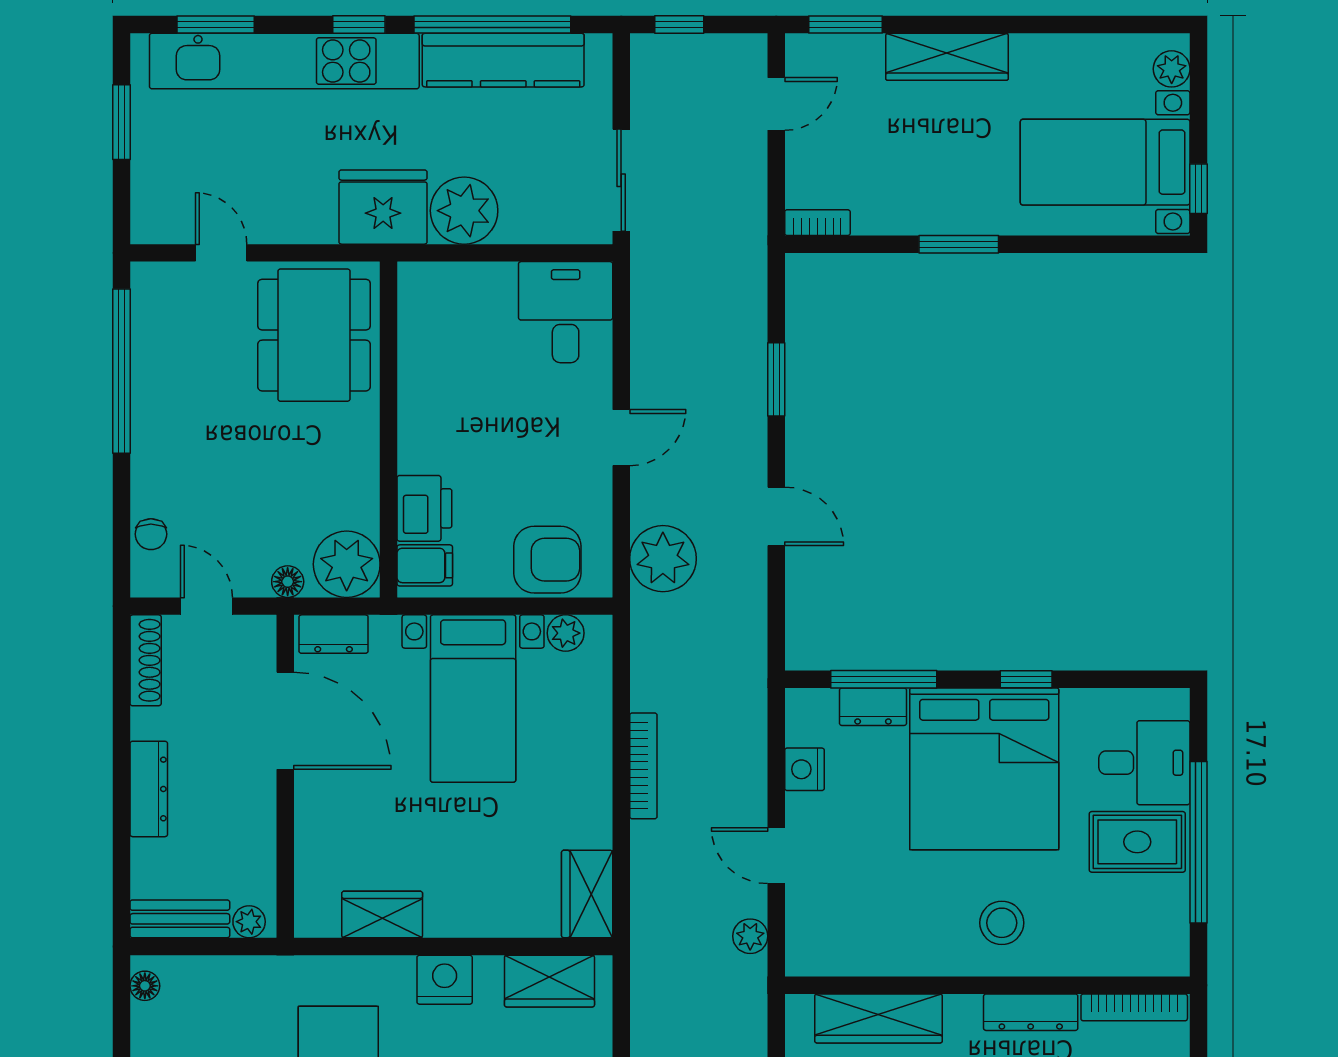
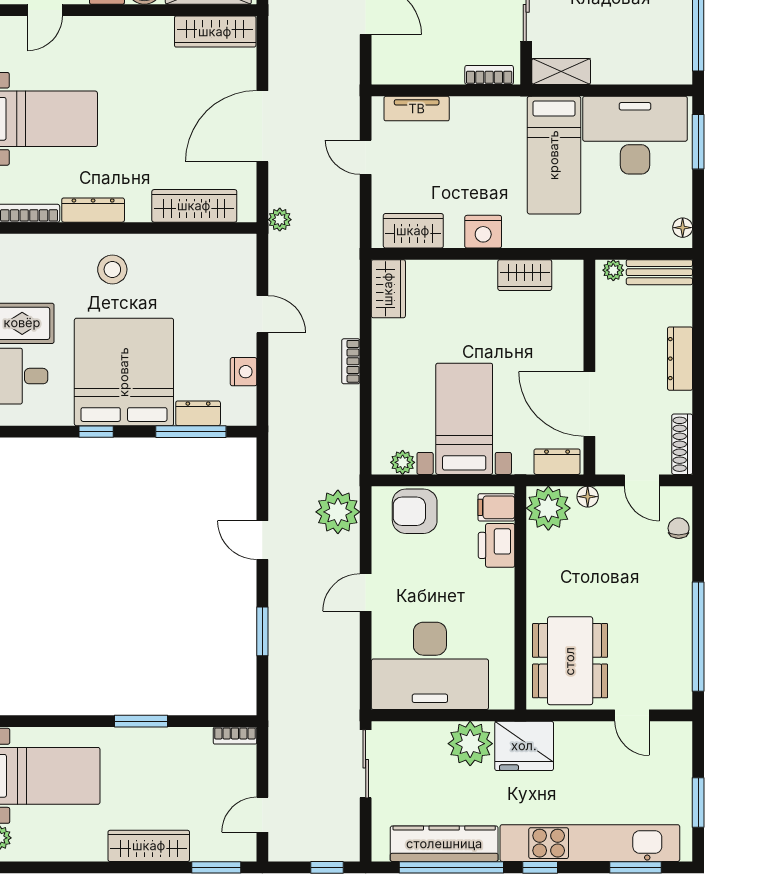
desk: (566, 312) -> (430, 666), width x1.87, depth x1.30
bookcase: (643, 766) -> (351, 361), width x0.64
plant: (750, 936) -> (280, 220), moved

